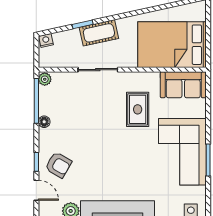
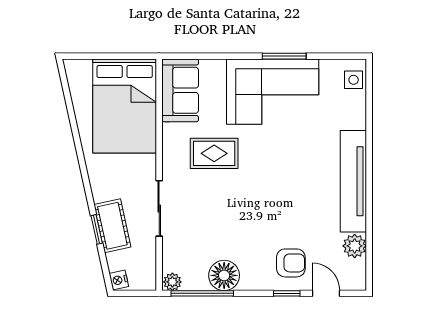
cot: (99, 33) -> (112, 226), moved
floor lamp: (44, 122) -> (224, 275), width x1.89, depth x1.89
armchair: (58, 165) -> (291, 263), turned 60
door: (36, 190) -> (326, 293), hinge flipped

